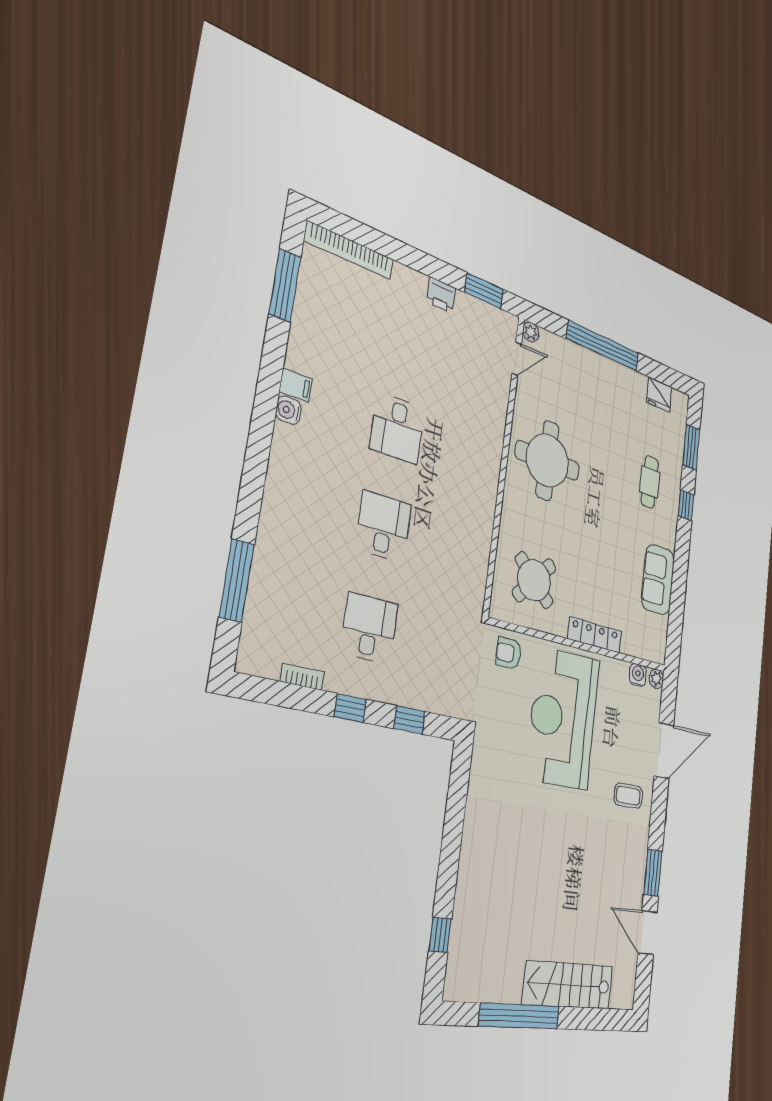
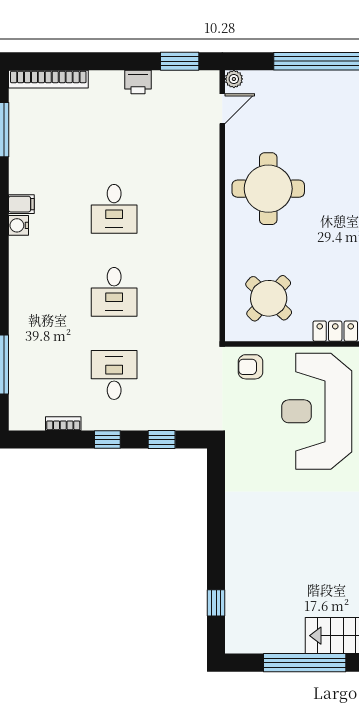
desk: (383, 527) -> (114, 292), turned 180

